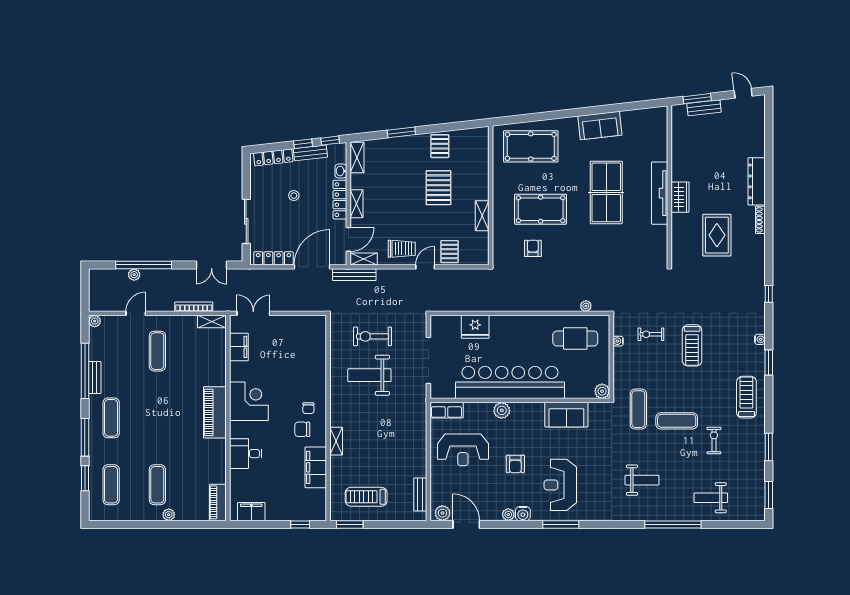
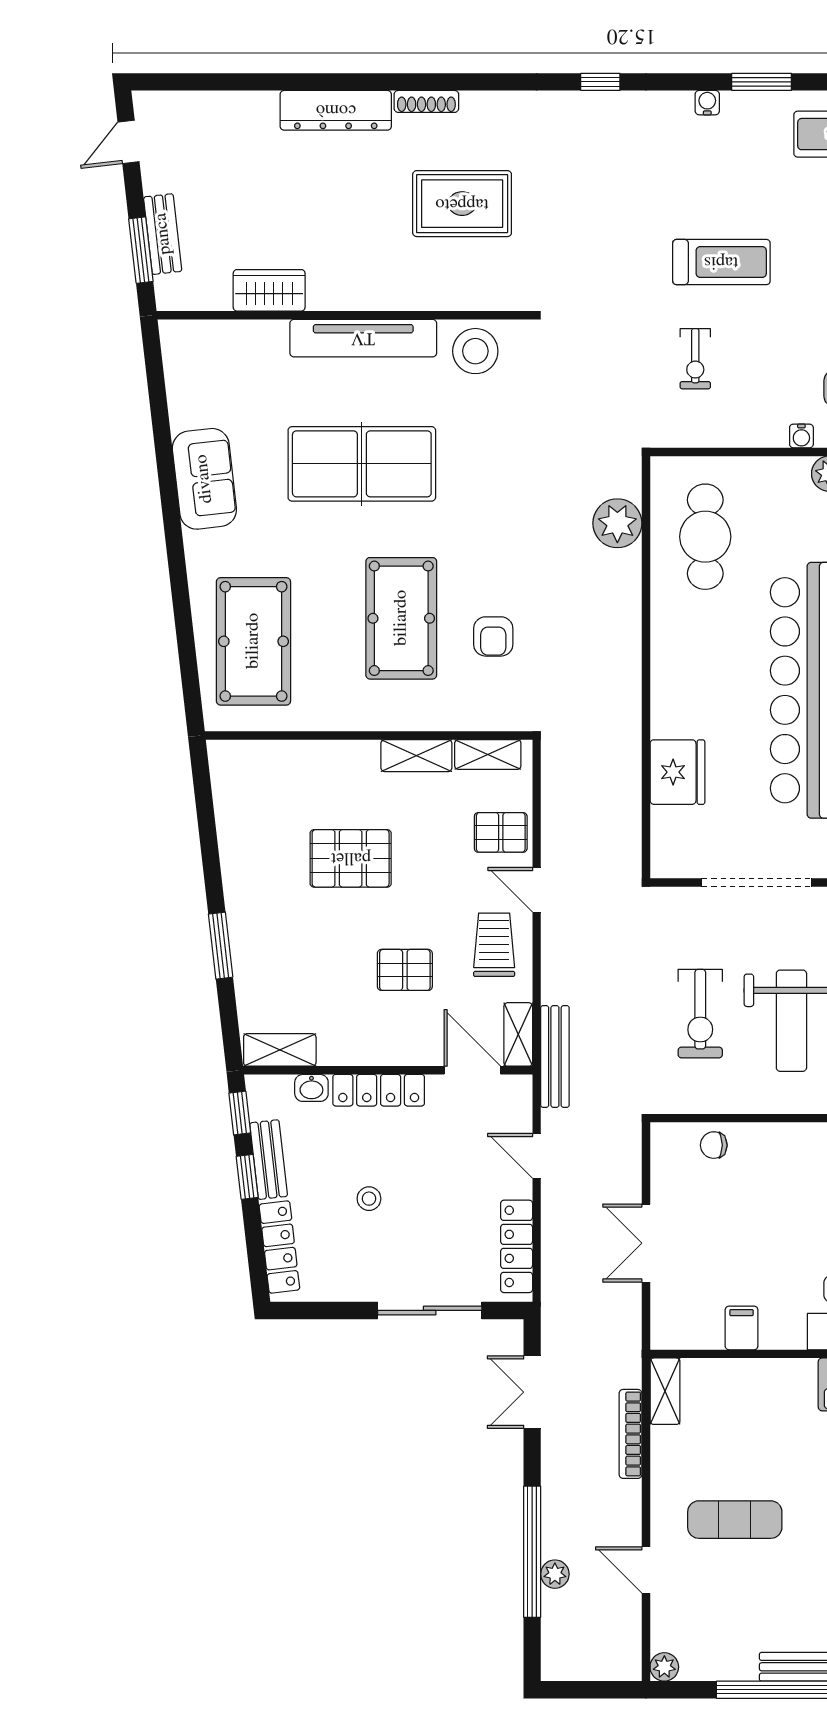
pallet: (440, 146) -> (405, 970), moved
wardrobe: (680, 197) -> (269, 290), moved
shelving: (356, 204) -> (488, 755), moved
stool: (654, 241) -> (475, 351), added
armchair: (533, 248) -> (493, 636), turned -90
double door: (212, 265) -> (532, 1392), swing flipped
door: (312, 267) -> (537, 1156), width x0.53
plant: (586, 306) -> (617, 523), width x1.87, depth x1.87
double door: (253, 313) -> (646, 1243), moved
water cooler: (618, 341) -> (801, 436), moved
chair: (317, 342) -> (714, 1145), added
filing cabinet: (239, 347) -> (742, 1328), width x0.50

